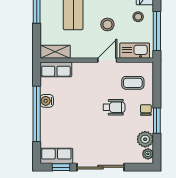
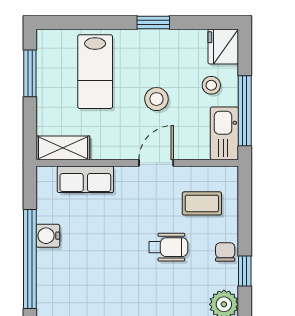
kitchen sink: (135, 51) -> (224, 133), moved, turned -90
row of seats: (56, 69) -> (85, 179), moved
window: (157, 121) -> (245, 271), width x0.67

